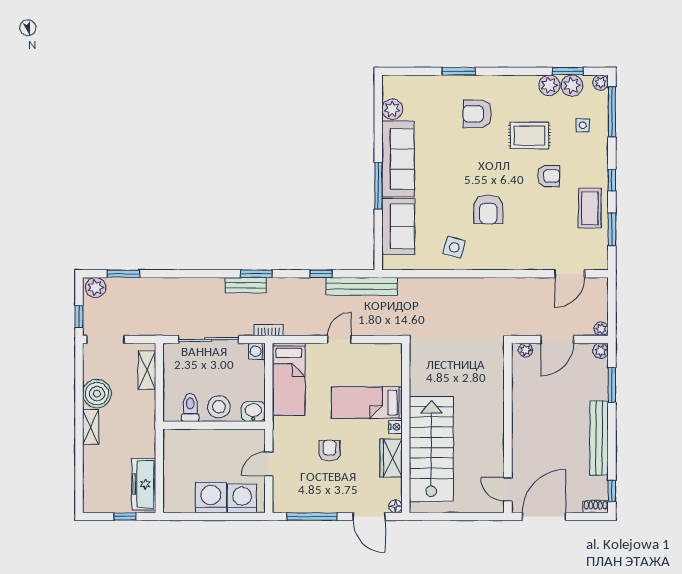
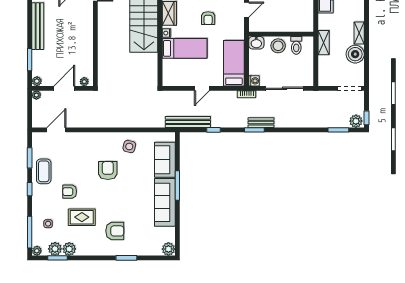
plant: (392, 109) -> (168, 249), moved
window: (79, 317) -> (366, 118), moved
shelving: (147, 370) -> (324, 43), moved

